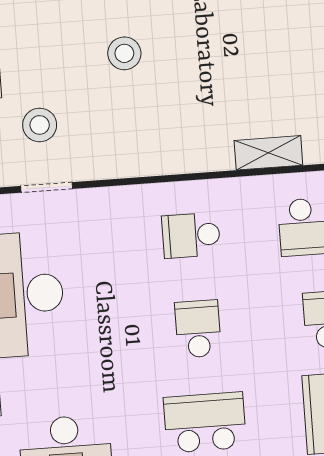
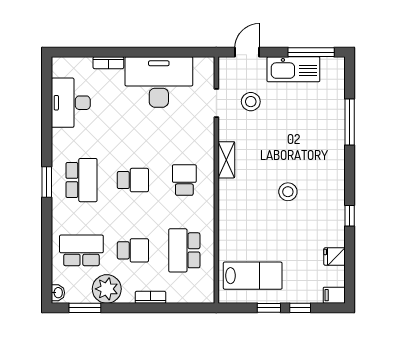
stool: (124, 53) -> (288, 192), moved
shelving: (268, 153) -> (226, 160), moved

